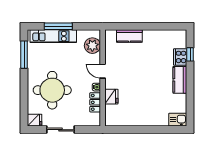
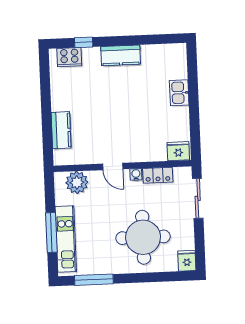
cooker: (180, 57) -> (69, 57), moved
door: (103, 71) -> (113, 166), hinge flipped
fridge: (111, 97) -> (178, 151), moved
kitchen sink: (178, 120) -> (179, 93), moved
sliding door: (61, 130) -> (198, 198), moved

